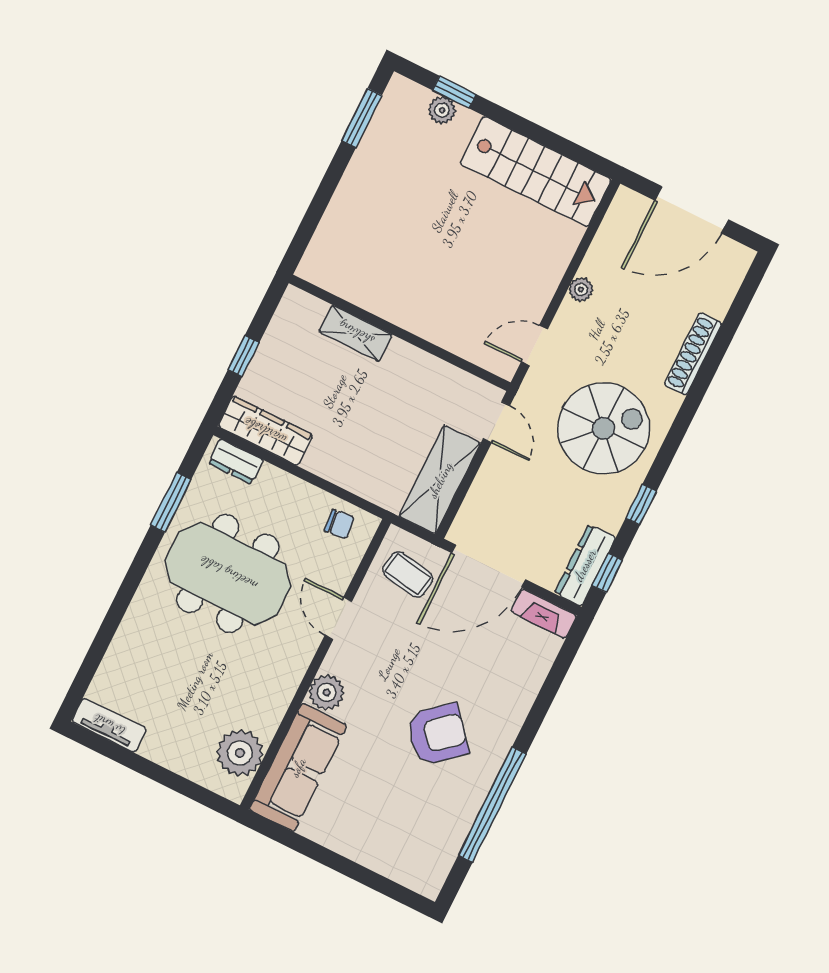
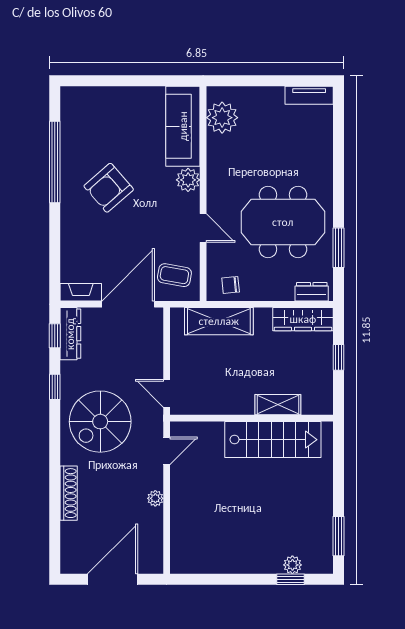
stairs: (536, 172) -> (273, 440), moved, turned 180
shelving: (440, 480) -> (219, 321), moved, turned 90

